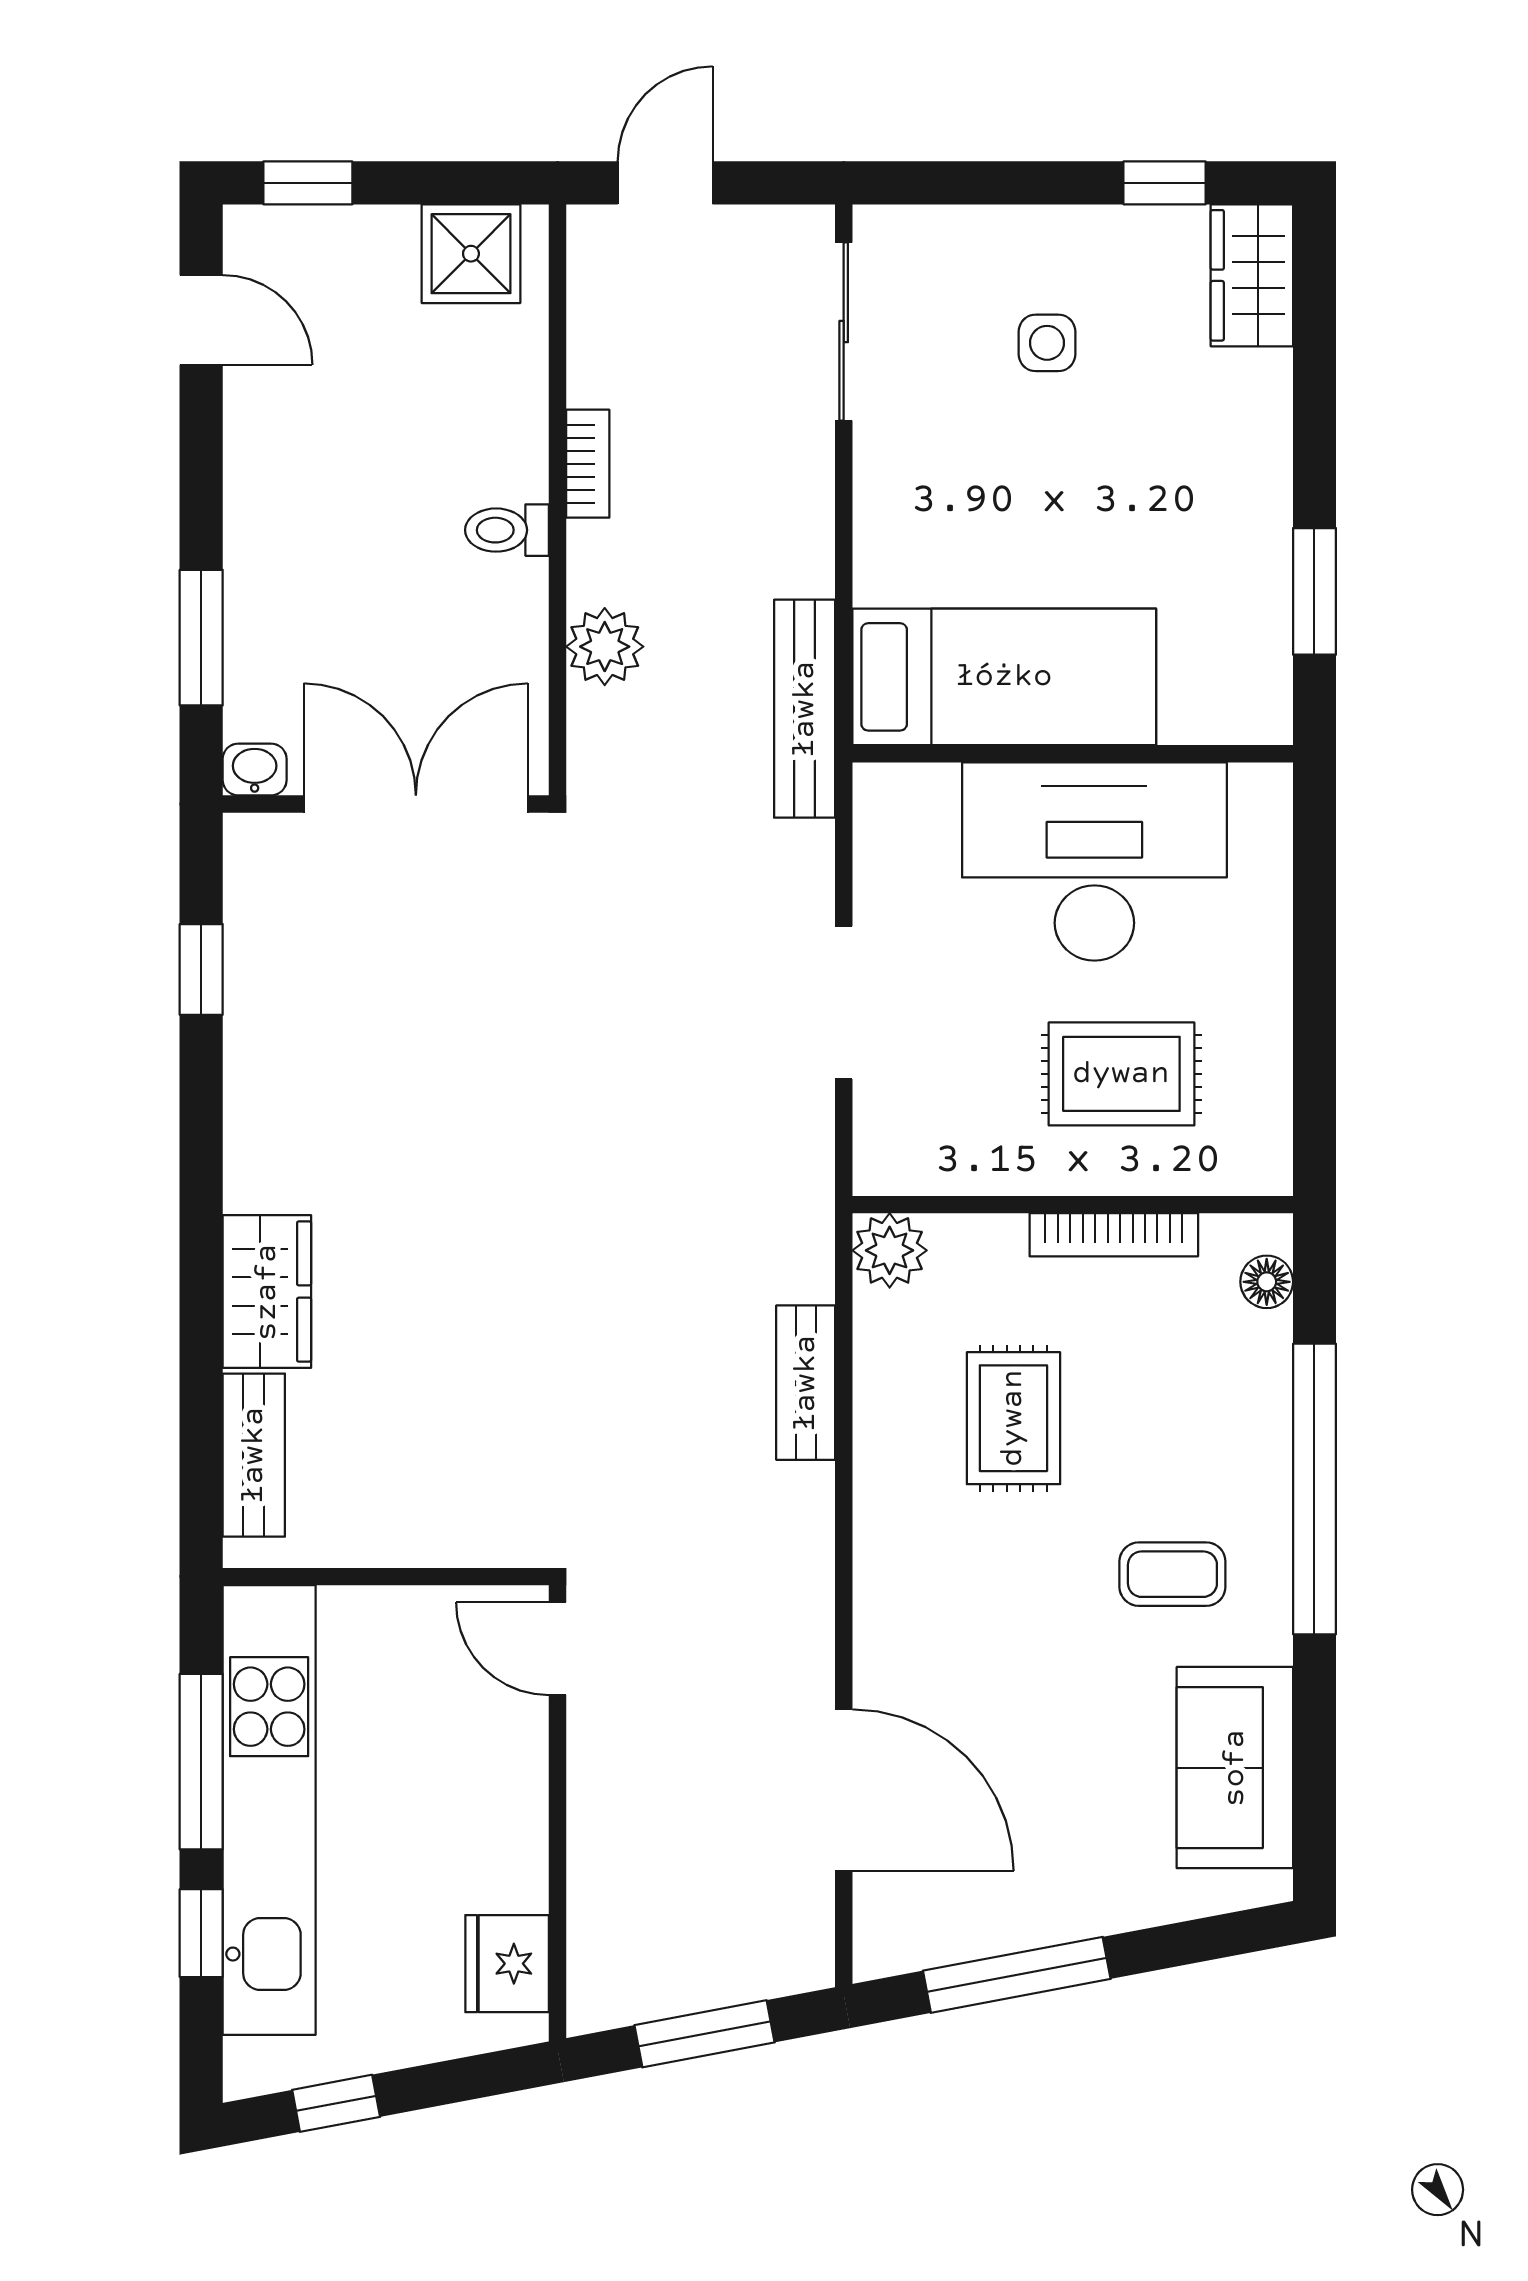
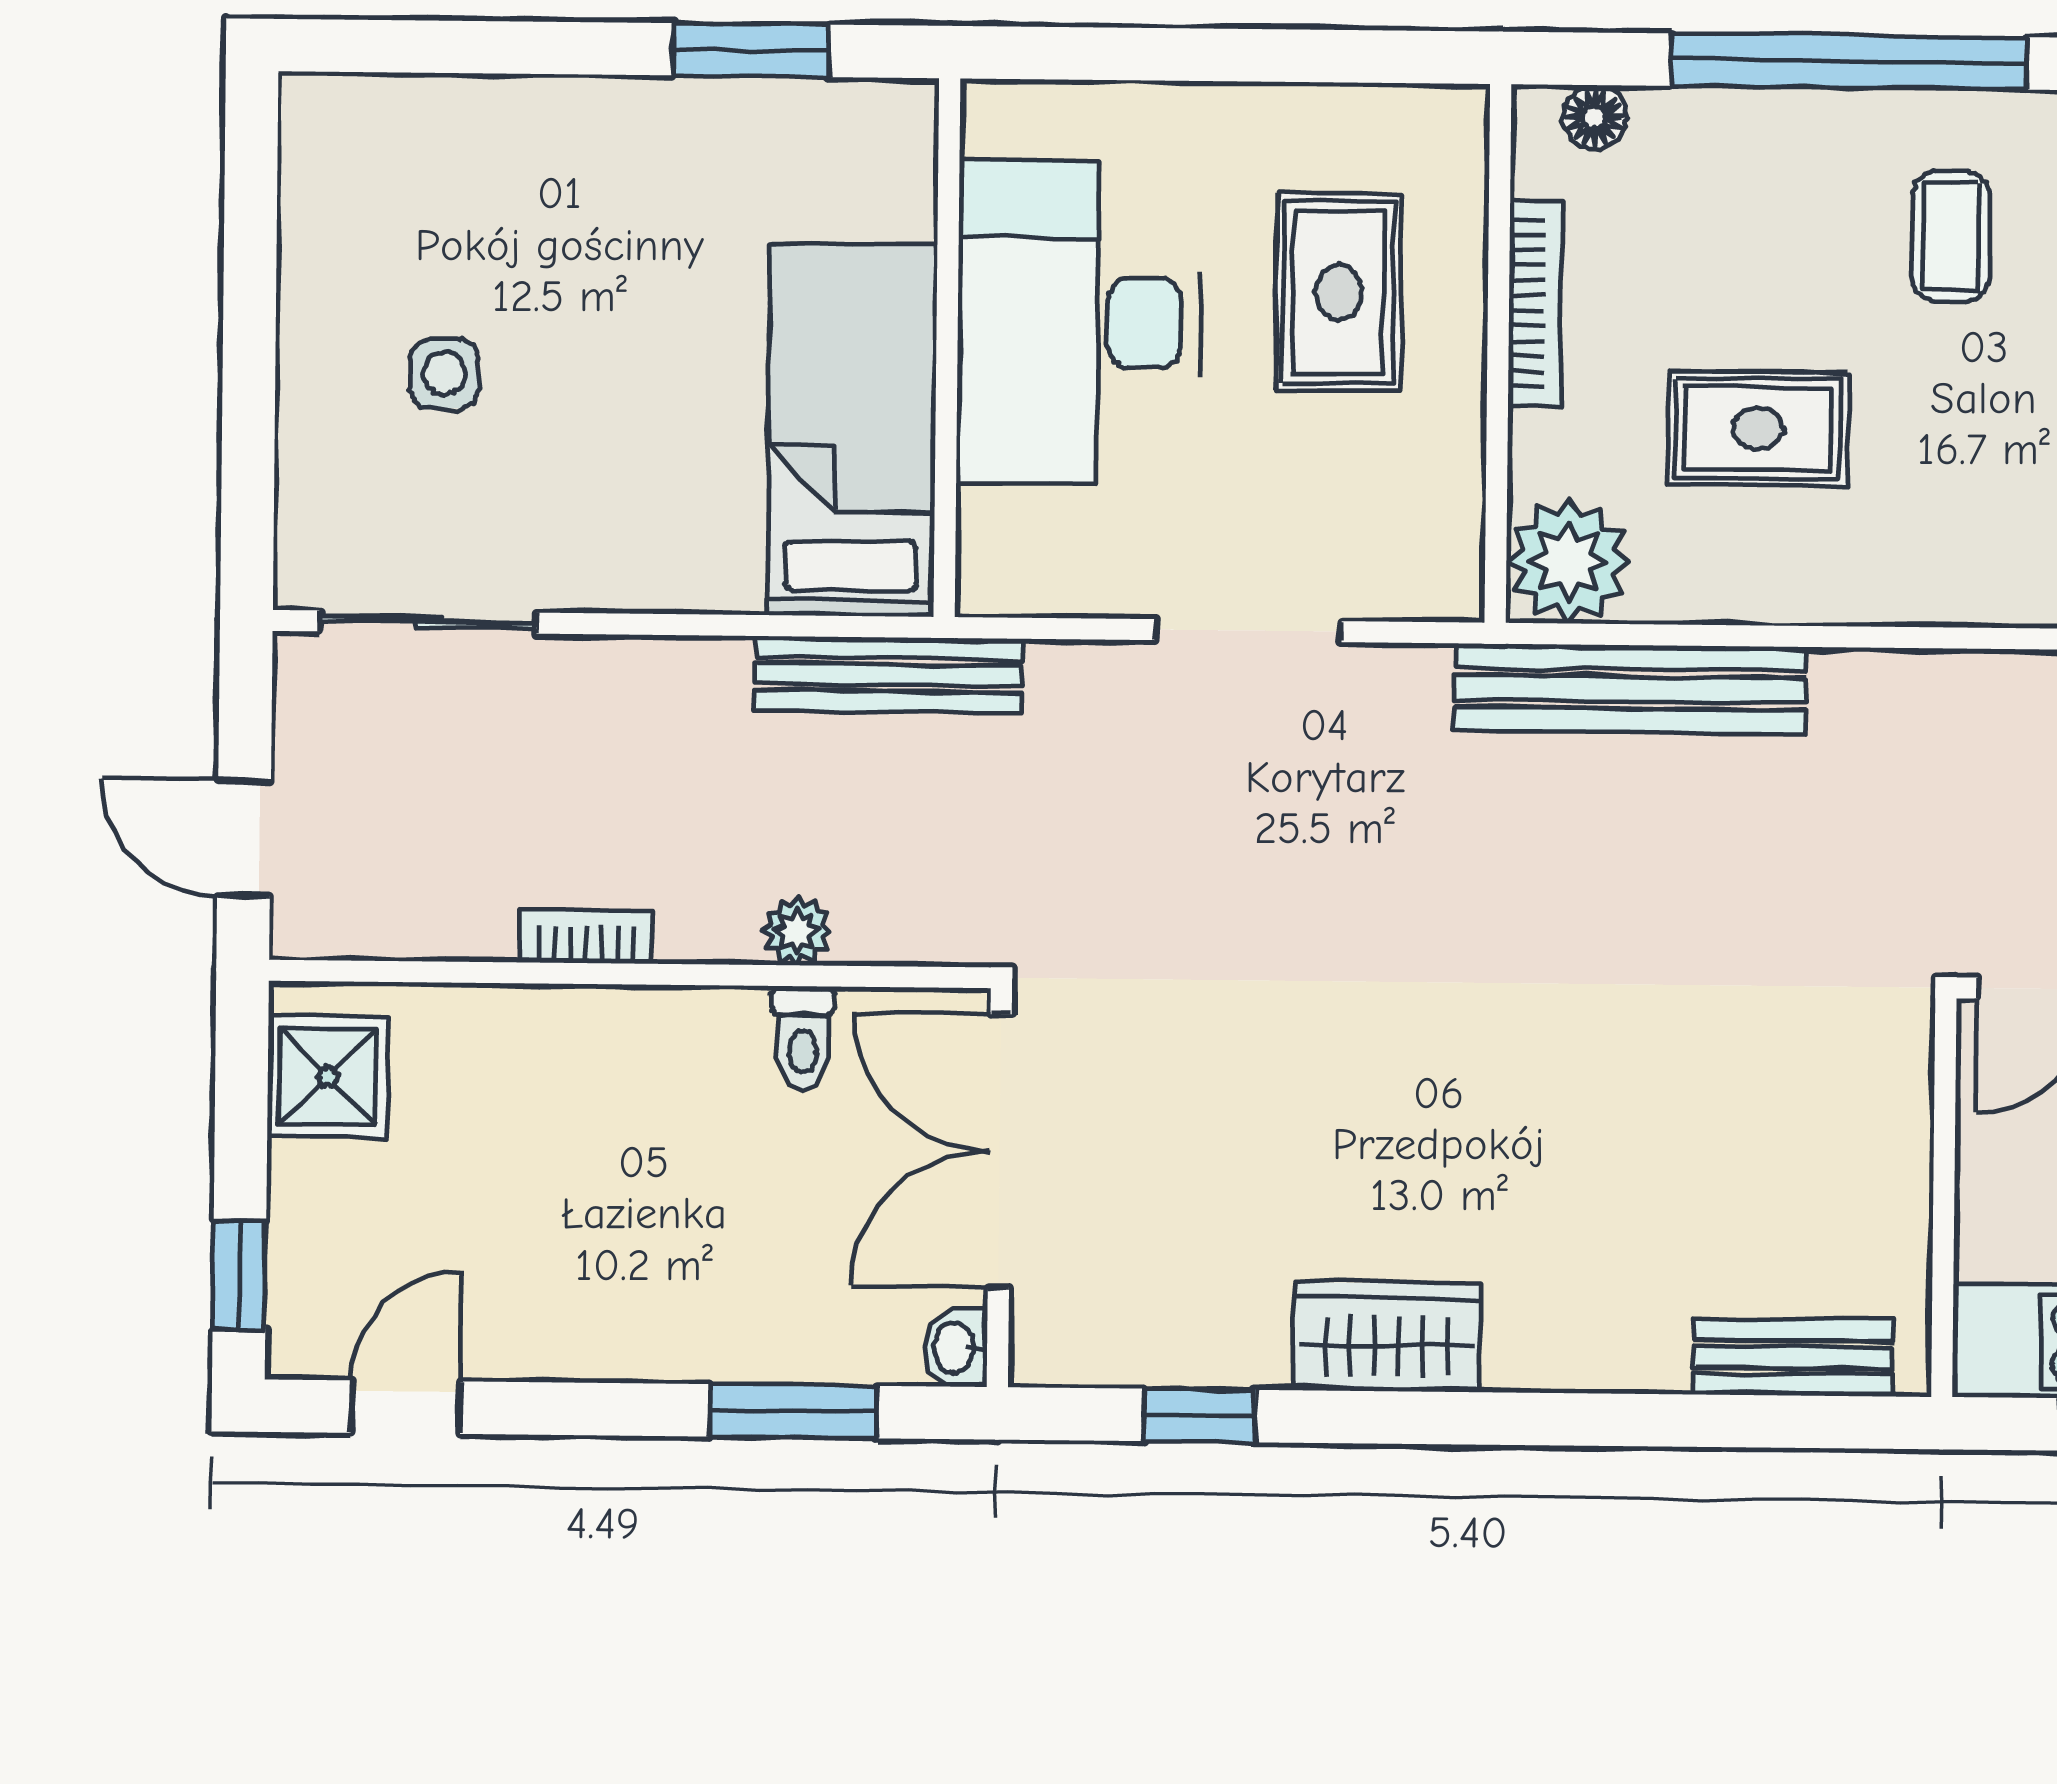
window: (1165, 183) -> (250, 228), removed
wardrobe: (1252, 275) -> (364, 123), removed
toilet: (507, 530) -> (803, 1038), moved
plant: (605, 647) -> (797, 931), width x0.73, depth x0.73
plant: (890, 1250) -> (1568, 561), width x1.36, depth x1.36
wardrobe: (267, 1292) -> (1387, 1337), moved
bench: (806, 1383) -> (1630, 689), width x1.86, depth x1.21

